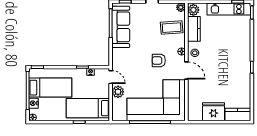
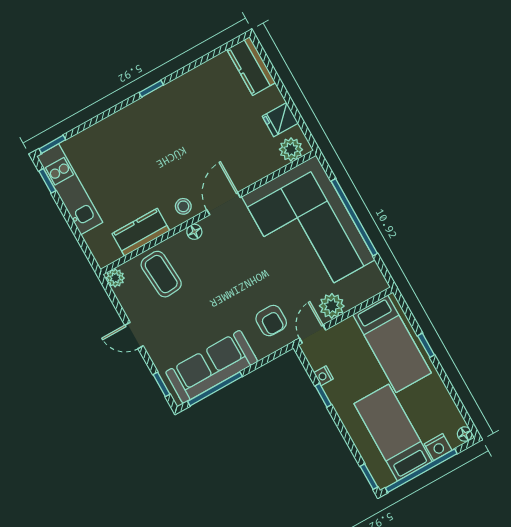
plant: (193, 10) -> (291, 149), moved
armchair: (159, 60) -> (271, 321), moved
fridge: (213, 112) -> (280, 120), width x0.53, depth x0.75

